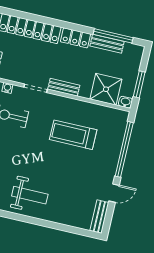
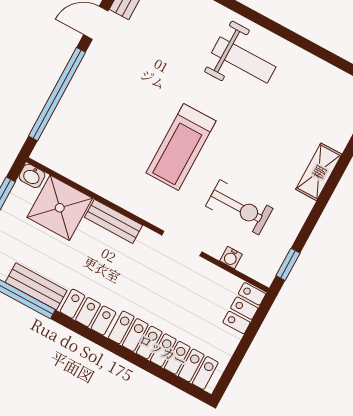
bench: (64, 87) -> (114, 221), moved
treadmill: (73, 135) -> (181, 147), moved, turned 90
weight bench: (30, 195) -> (244, 60), turned 180

